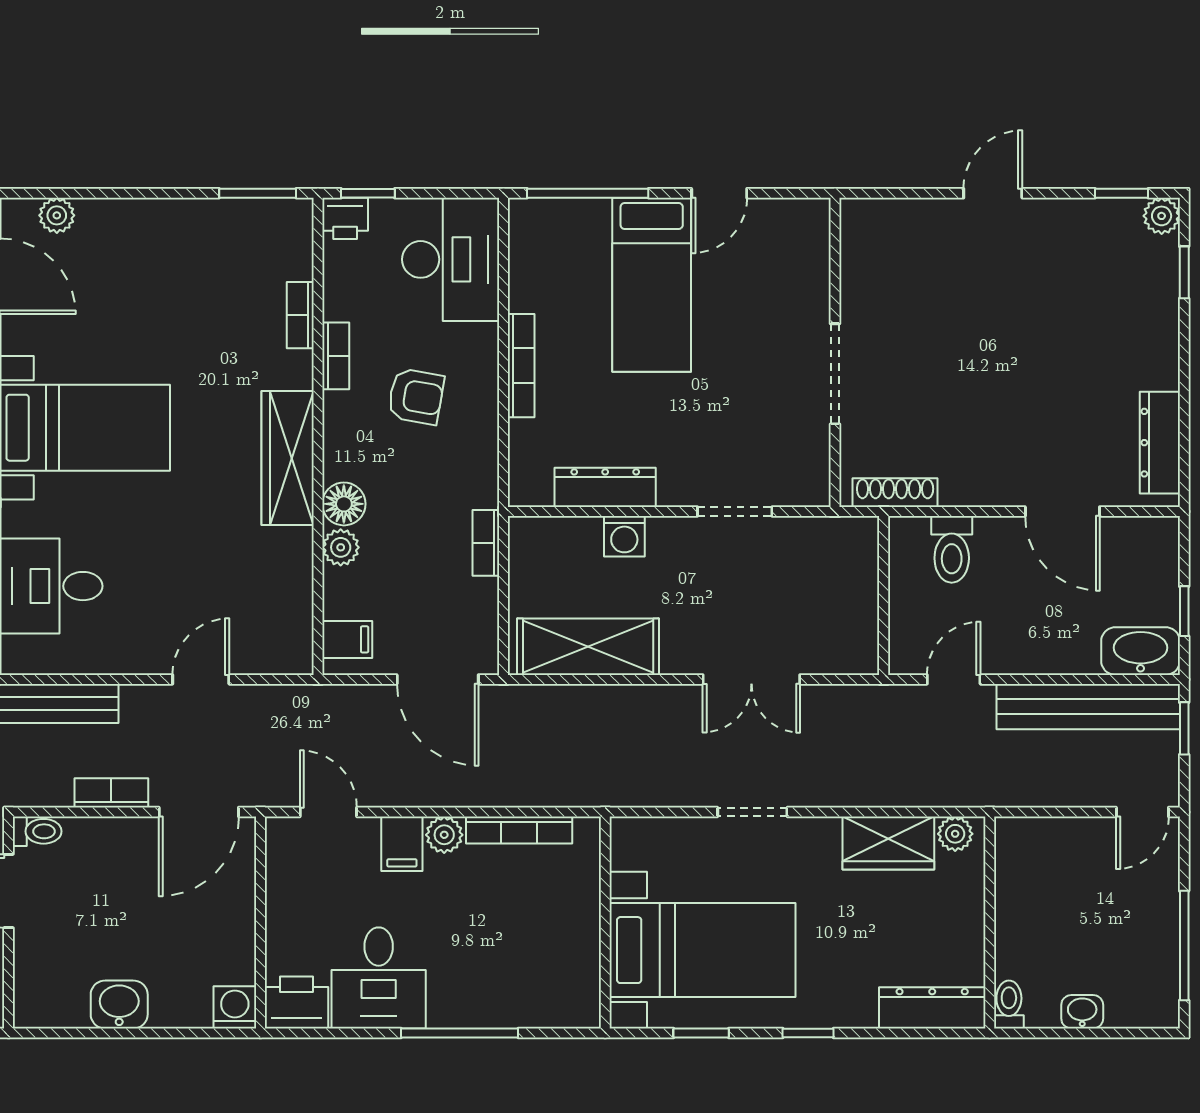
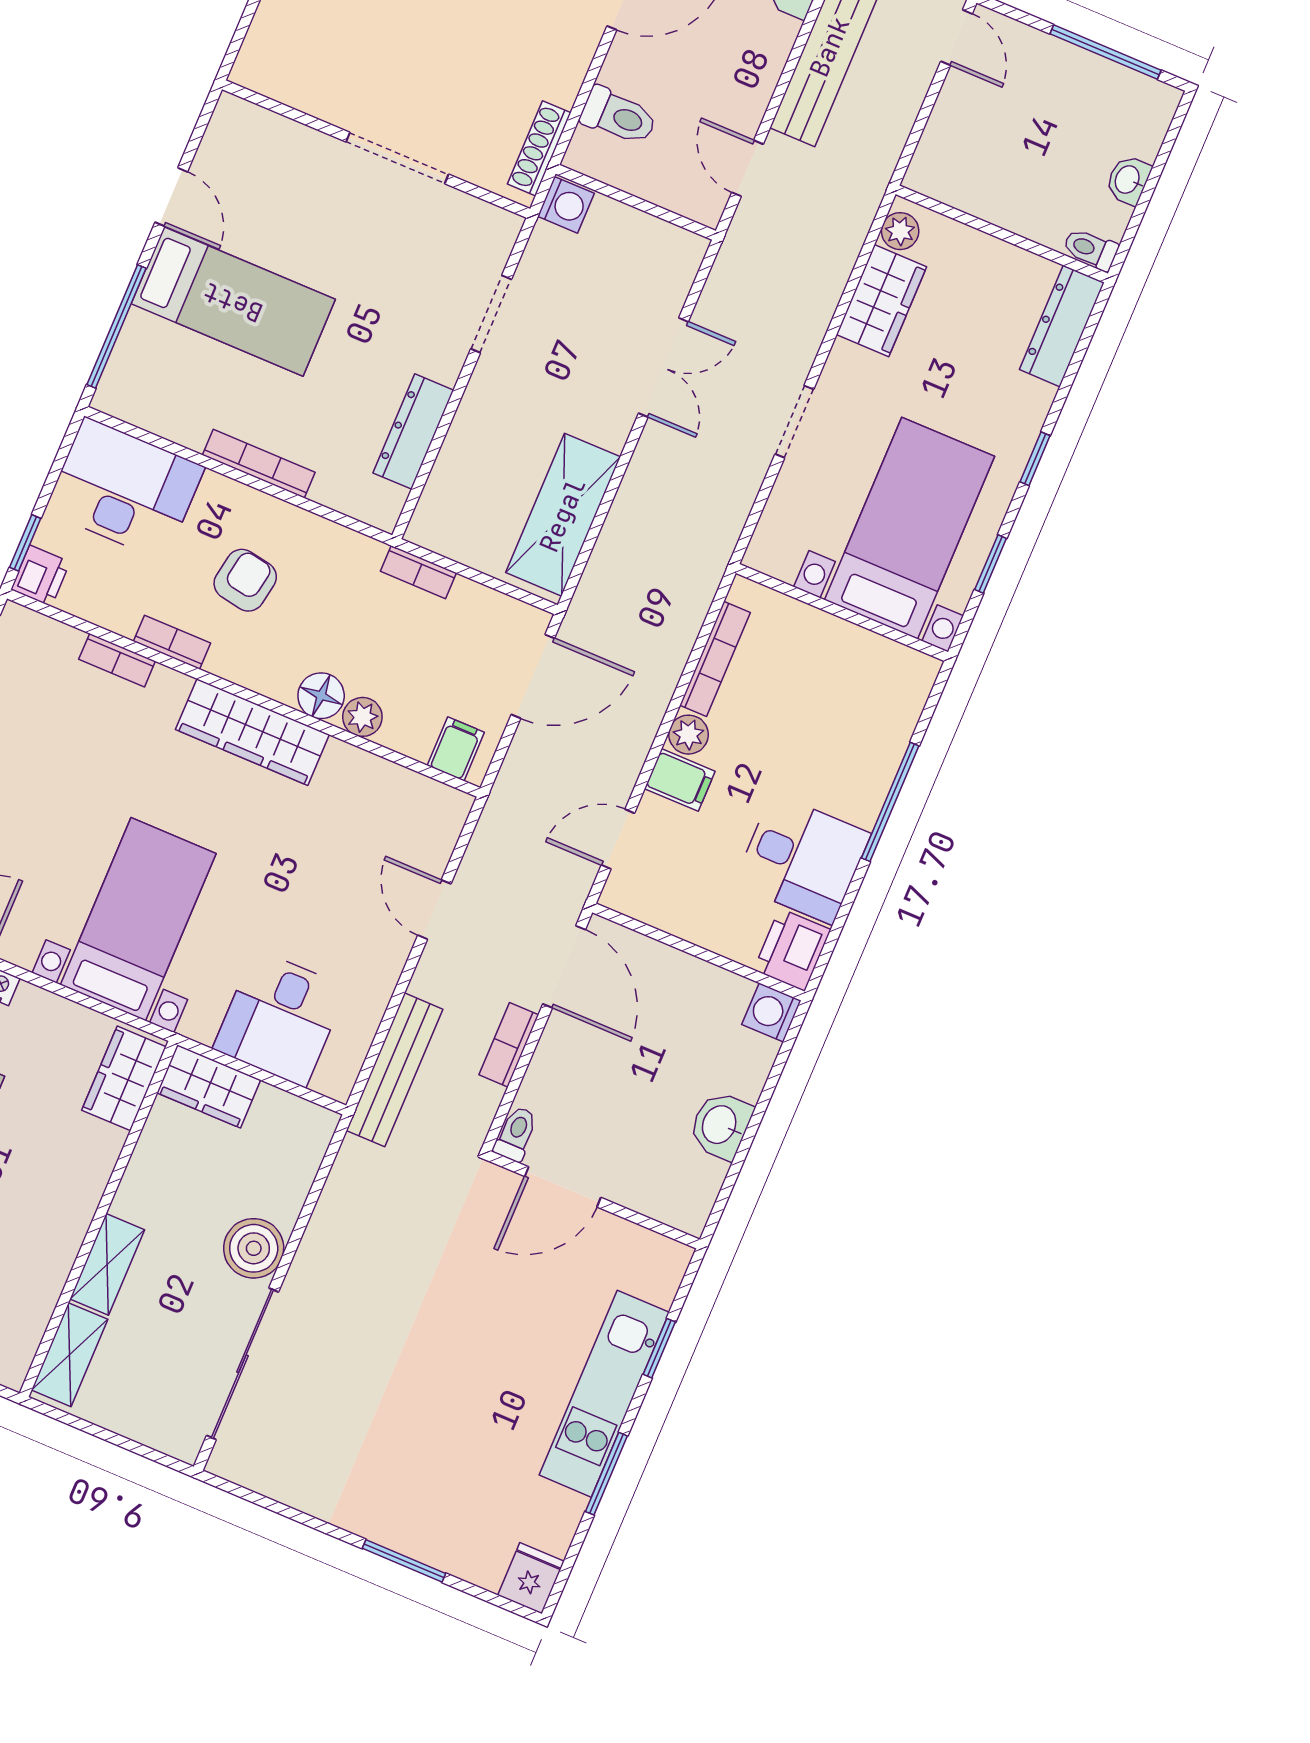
washing machine: (624, 536) -> (566, 205), moved

